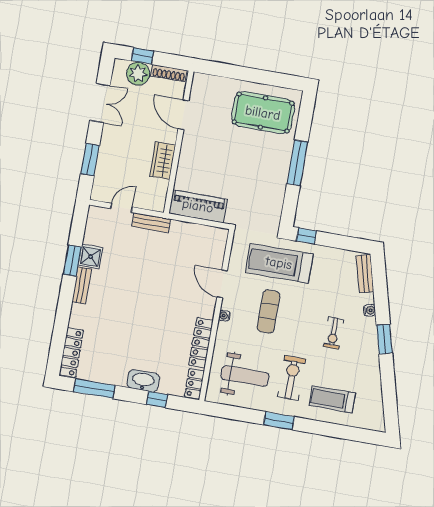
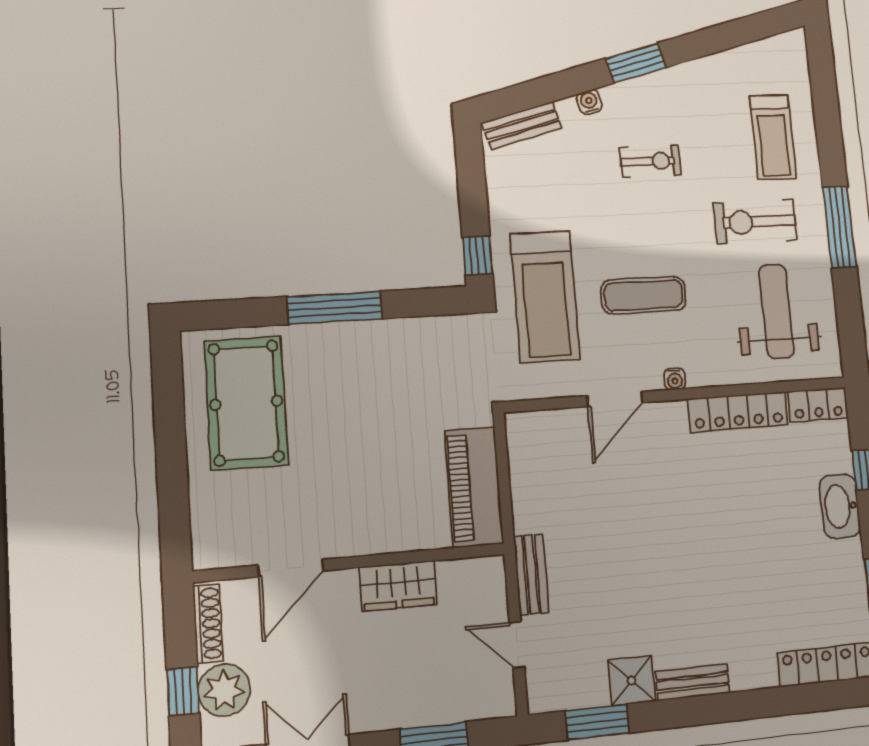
window: (72, 261) -> (597, 722), moved
window: (279, 421) -> (840, 227), width x1.44

